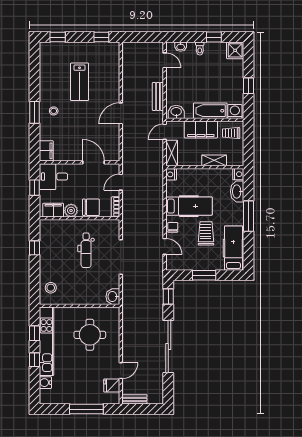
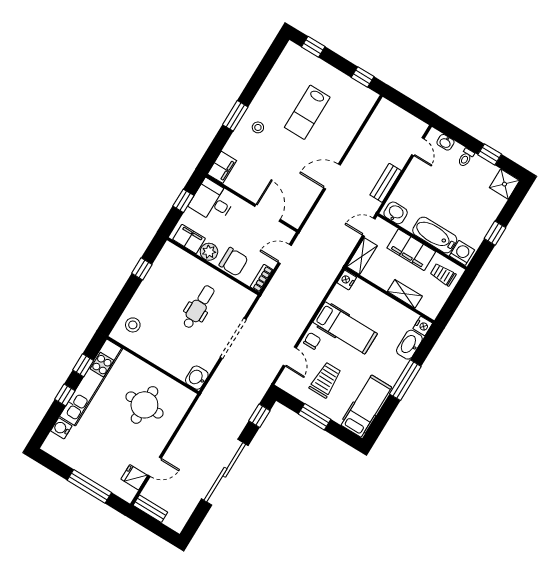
trolley: (206, 233) -> (325, 380), moved
dental chair: (86, 250) -> (199, 307), turned 180

